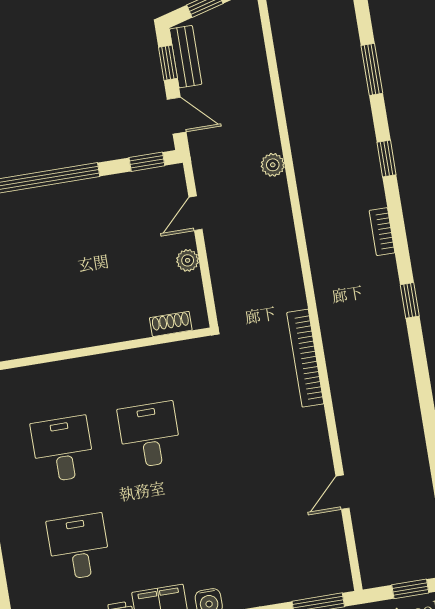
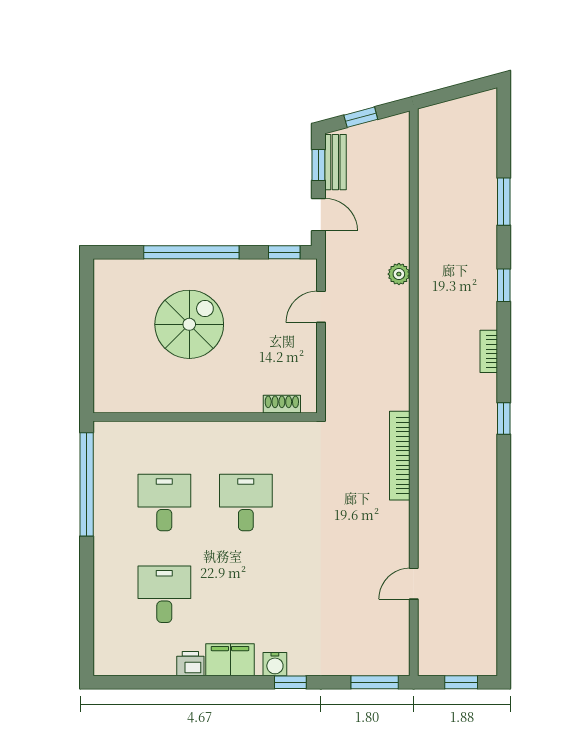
spiral stairs: (58, 255) -> (189, 324), added
plant: (188, 260) -> (307, 349), removed

